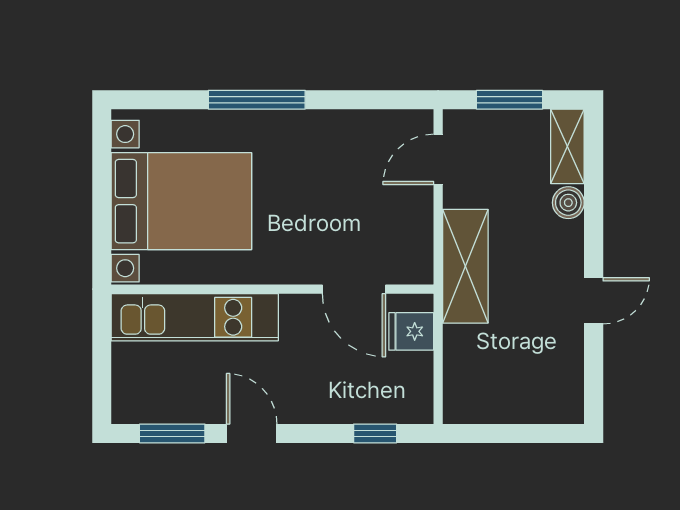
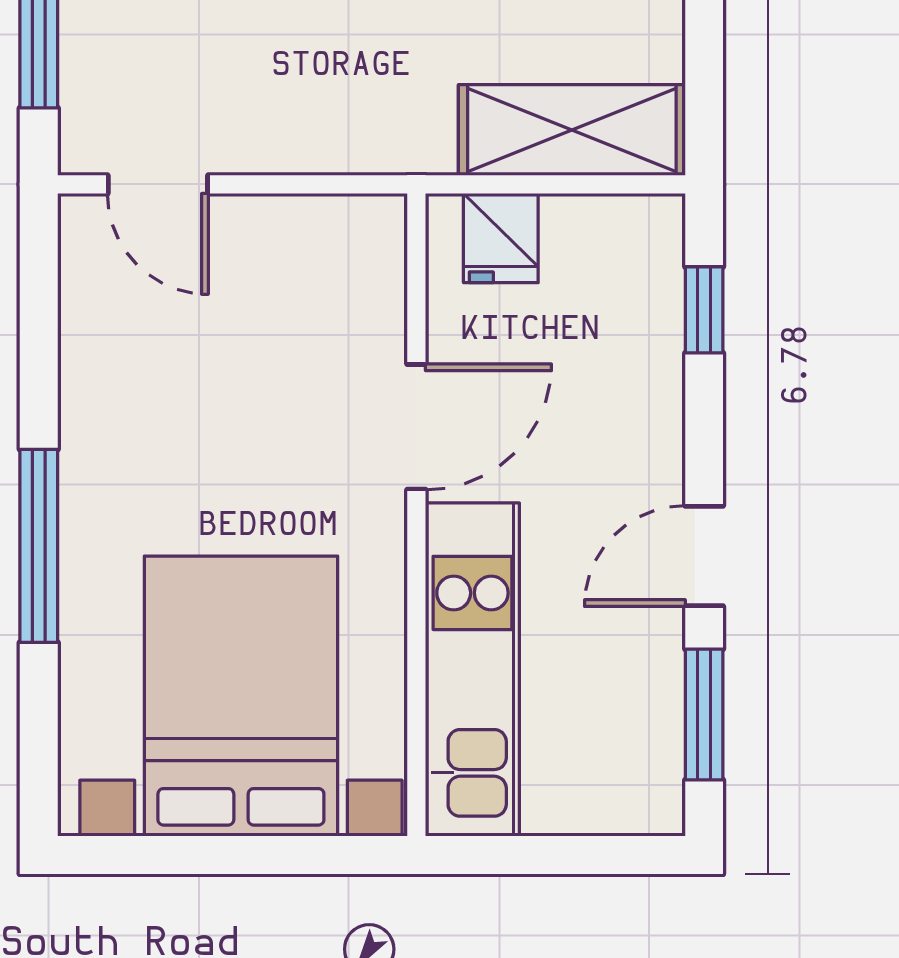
shelving: (465, 266) -> (572, 130), moved
door: (354, 289) -> (416, 427), moved

